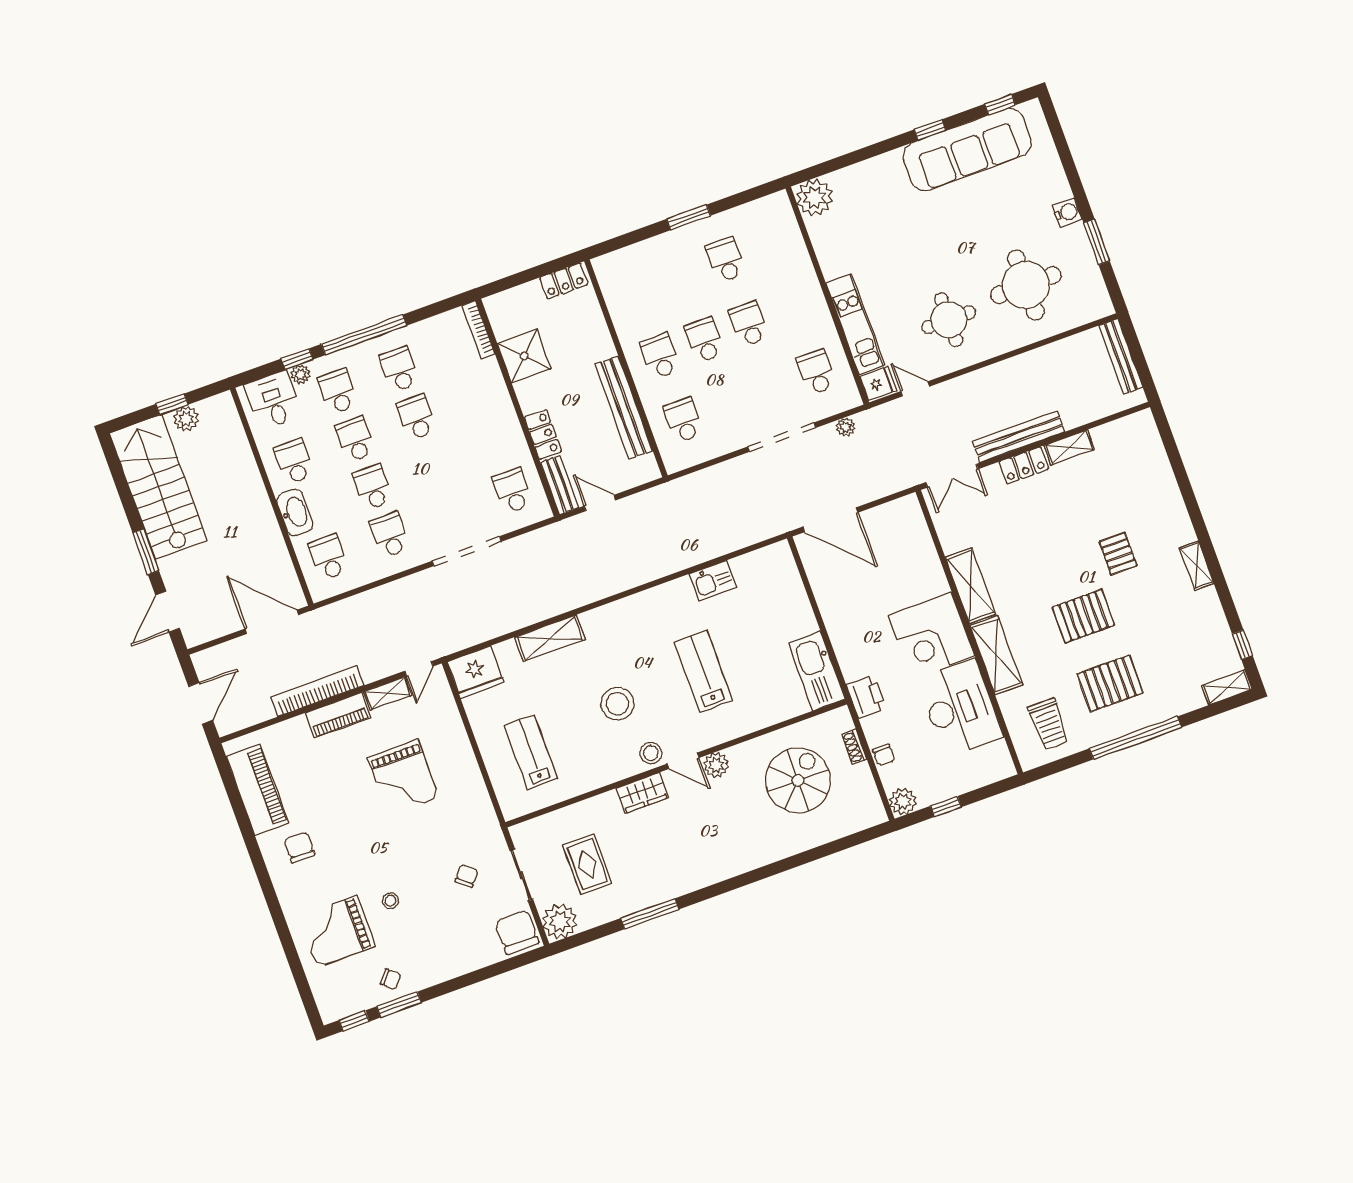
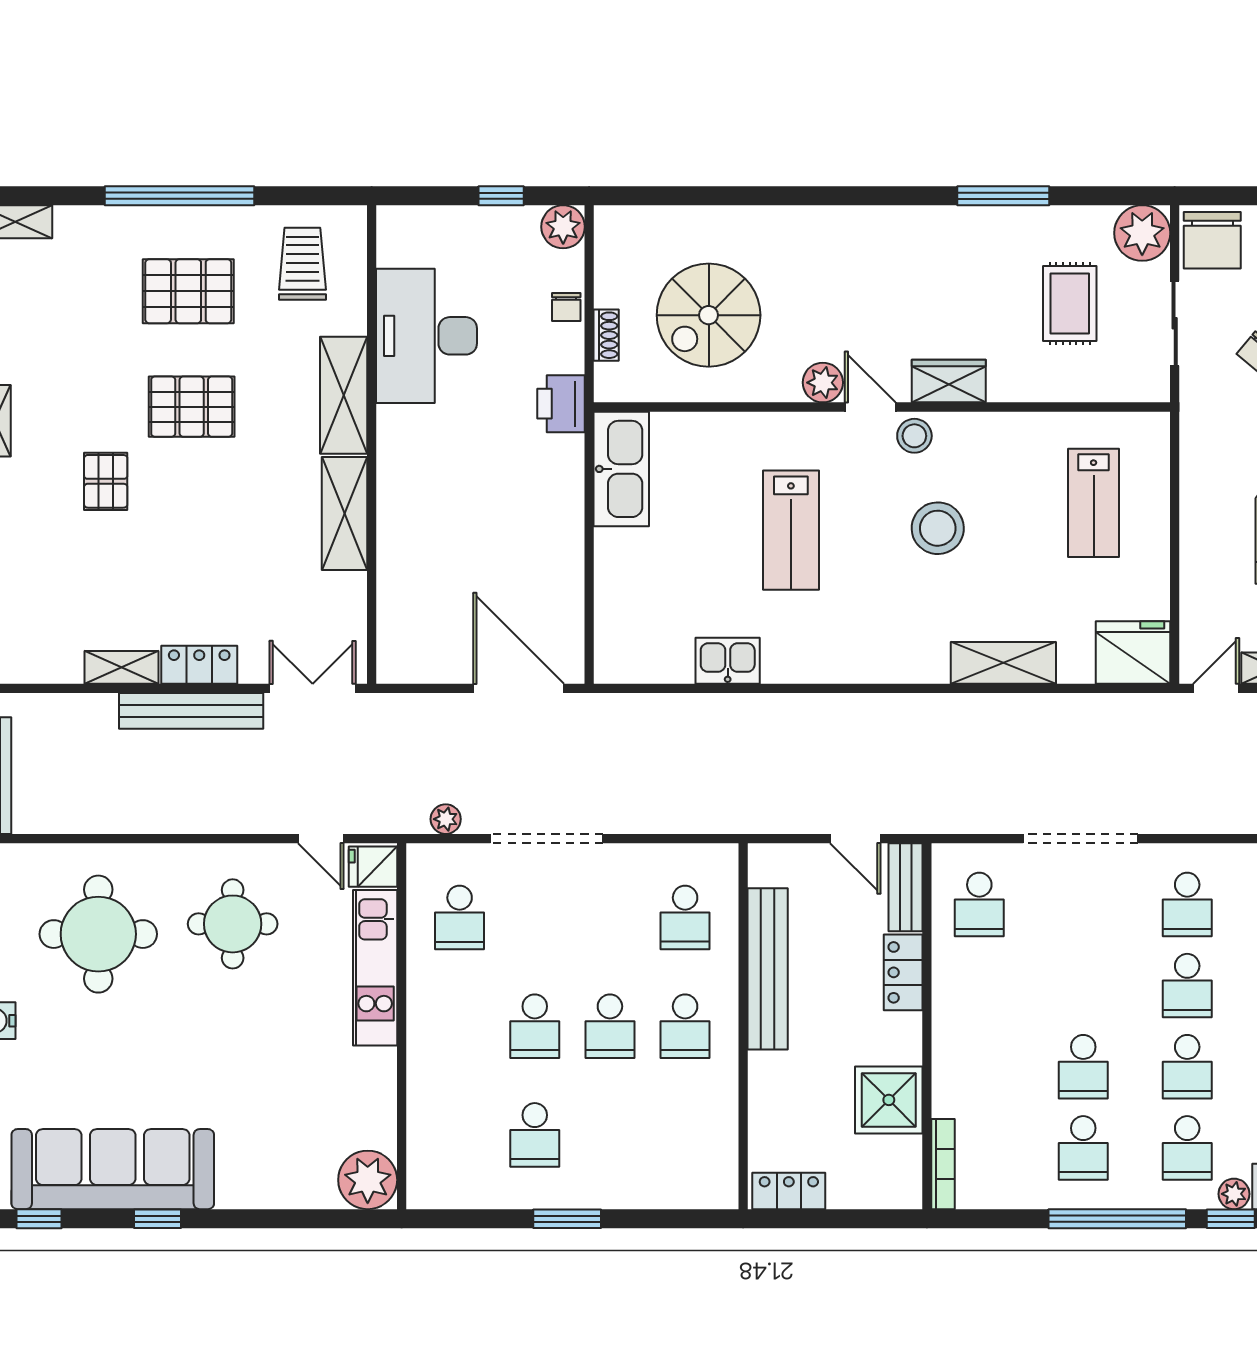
corner desk: (931, 635) -> (430, 460), removed
chair: (884, 755) -> (566, 307), turned 180

